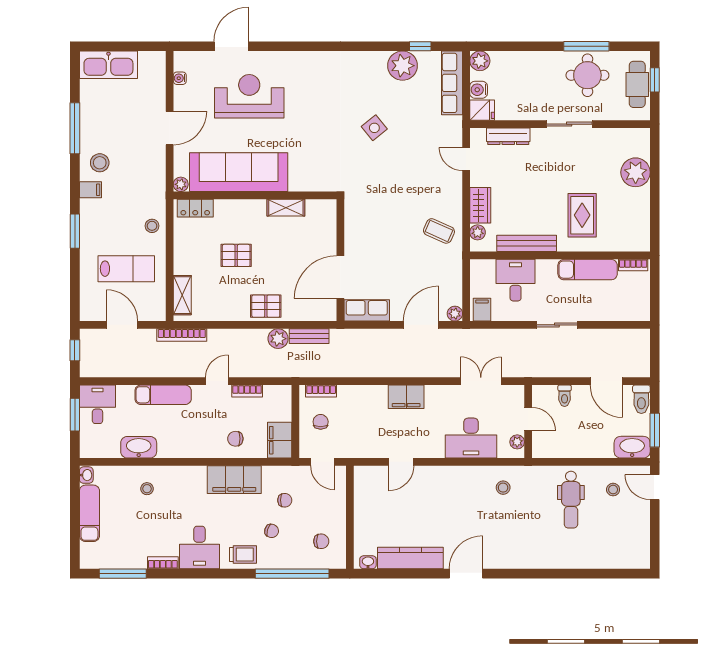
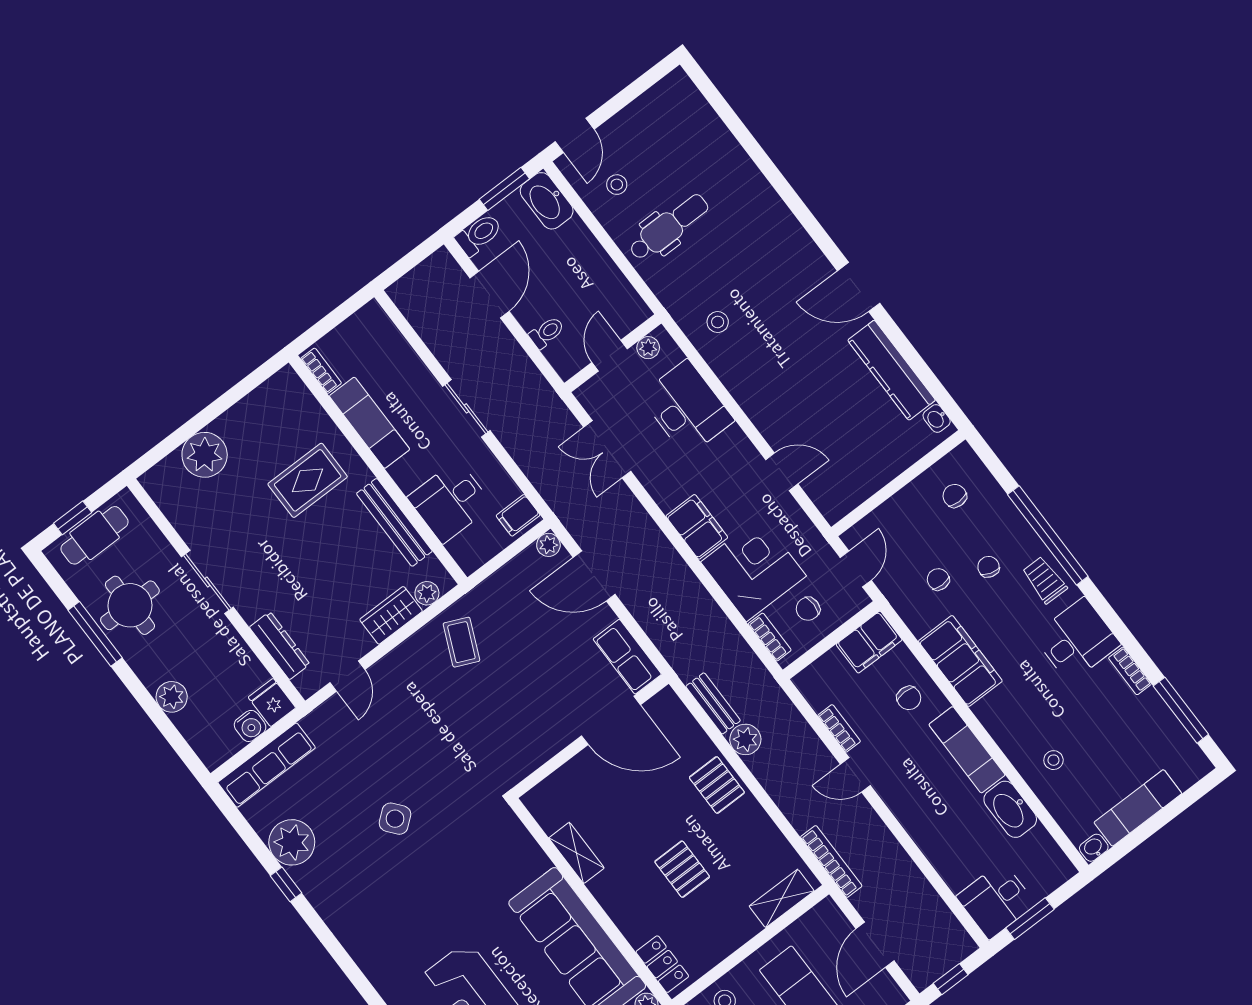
window: (420, 46) -> (286, 884), moved
plant: (480, 61) -> (172, 697), moved
exam couch: (163, 395) -> (967, 750), moved, turned 180
corner desk: (362, 409) -> (753, 569), added
window: (292, 574) -> (1048, 535), moved

